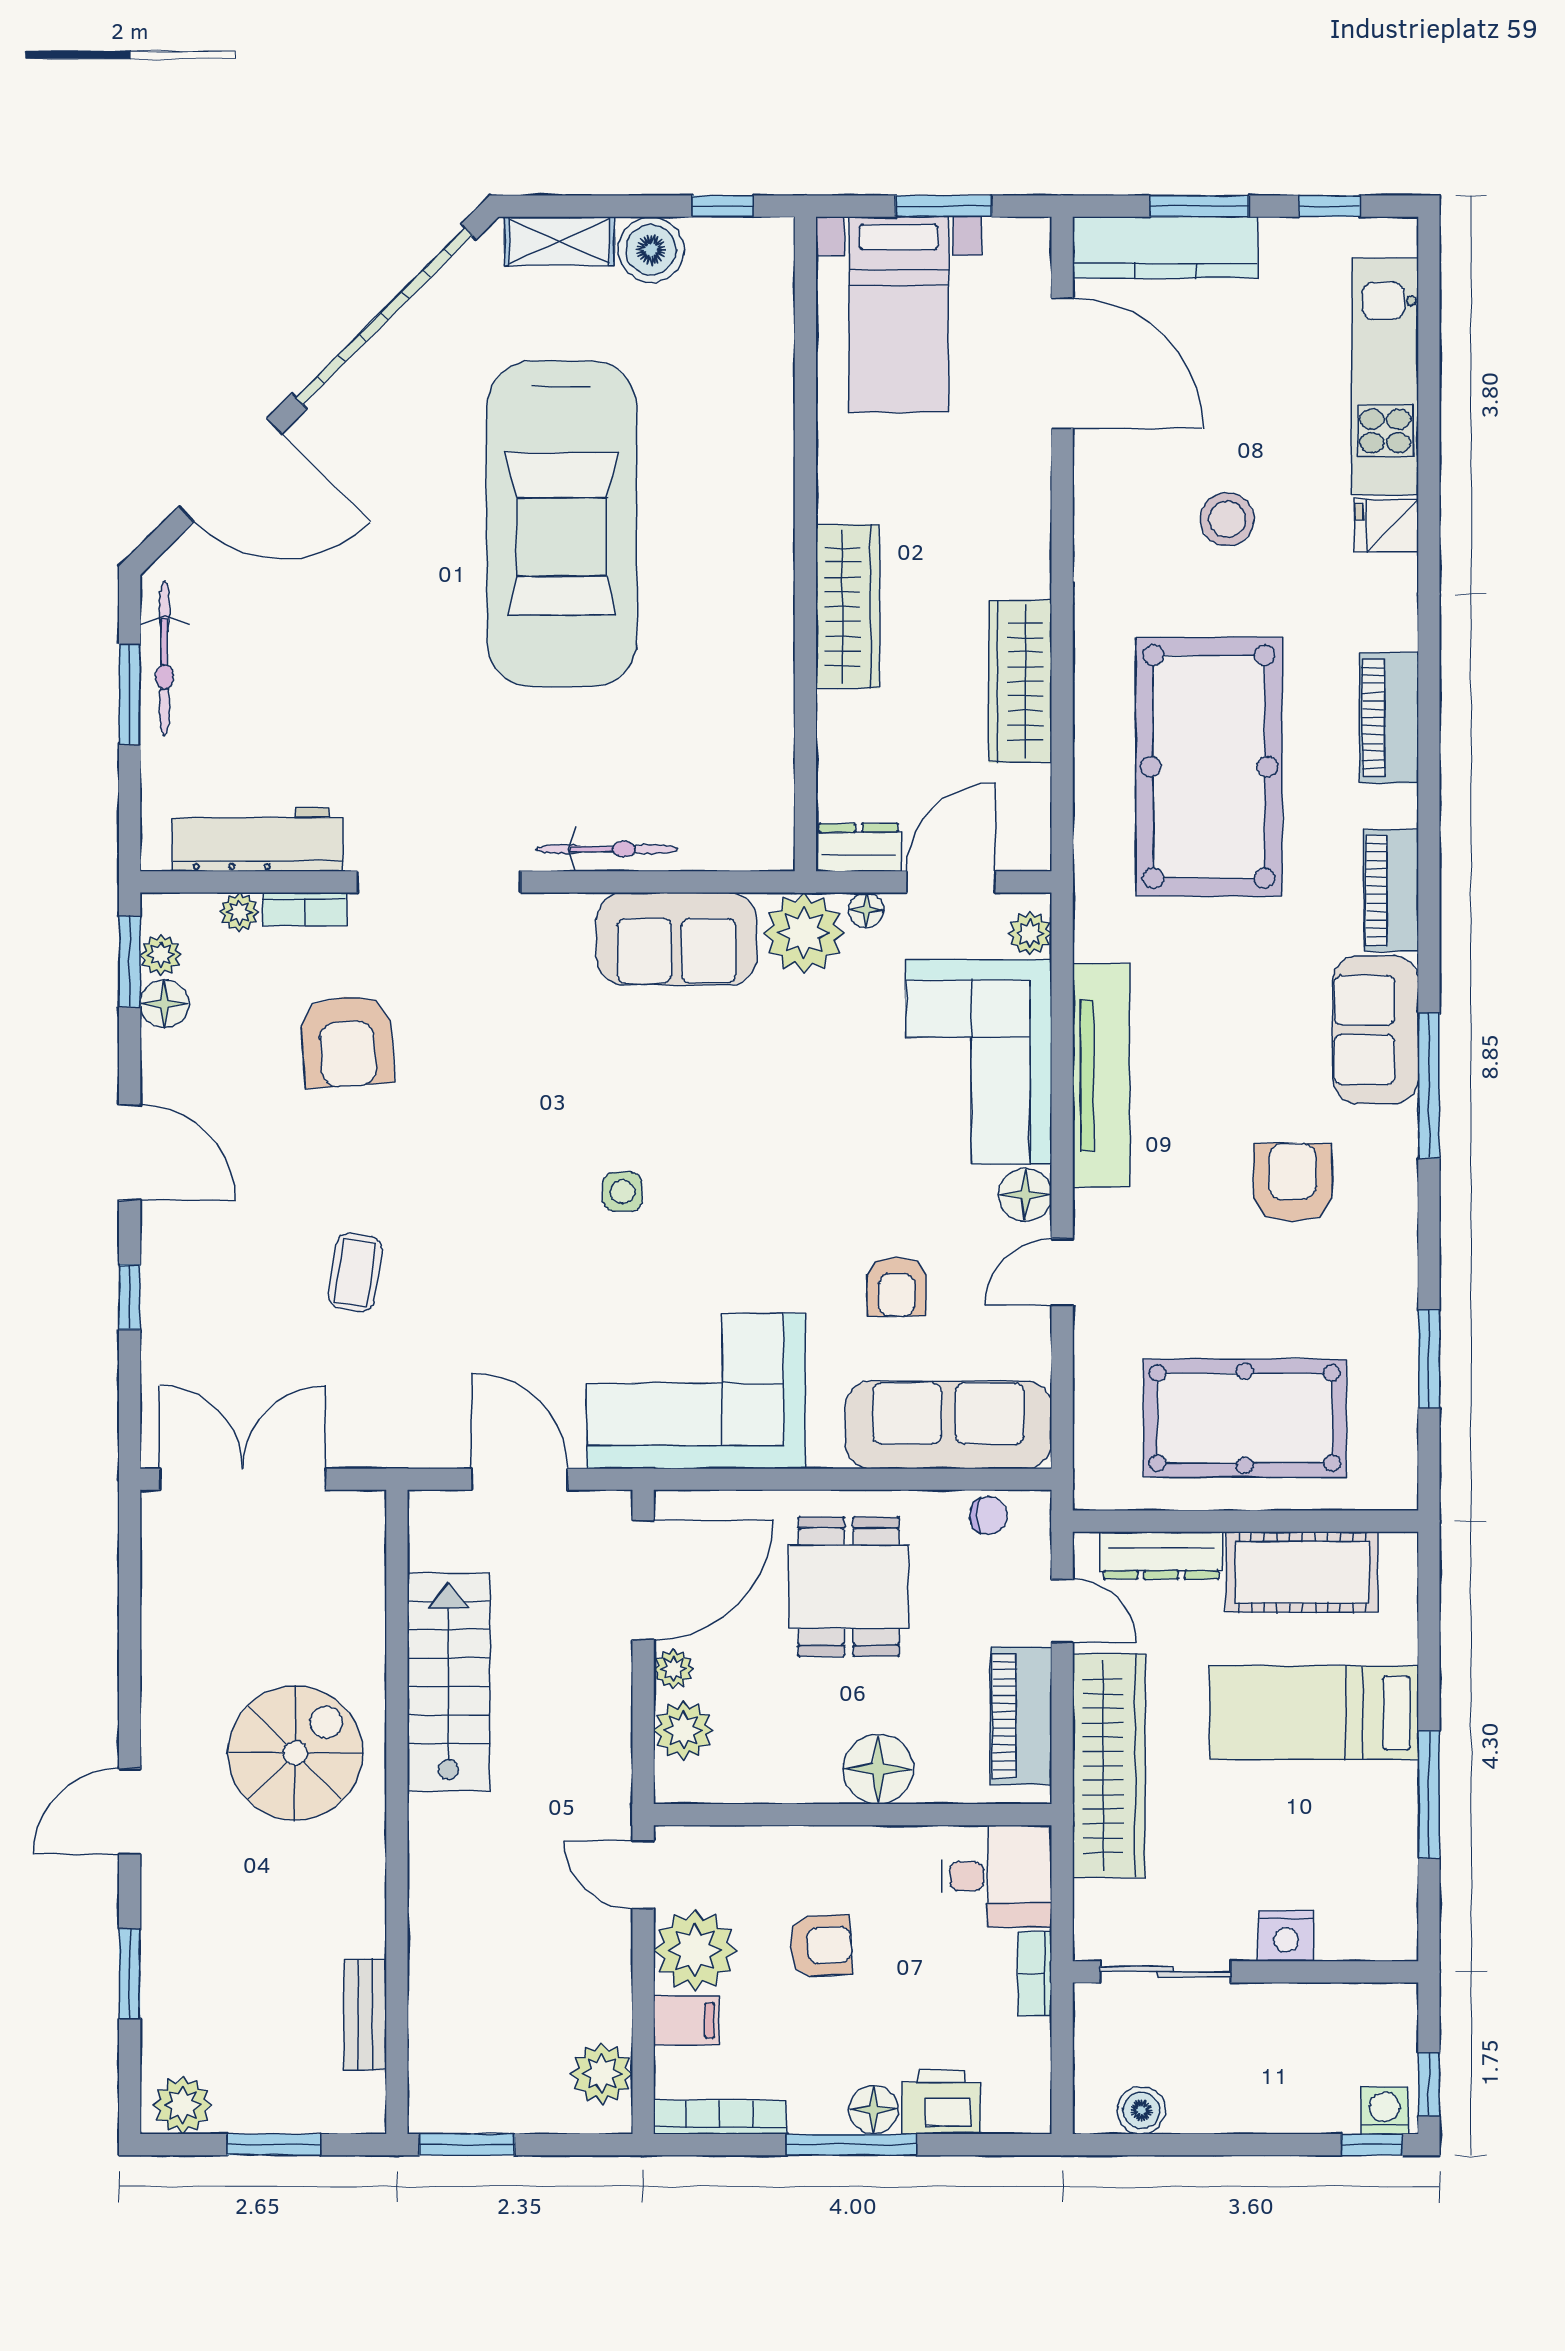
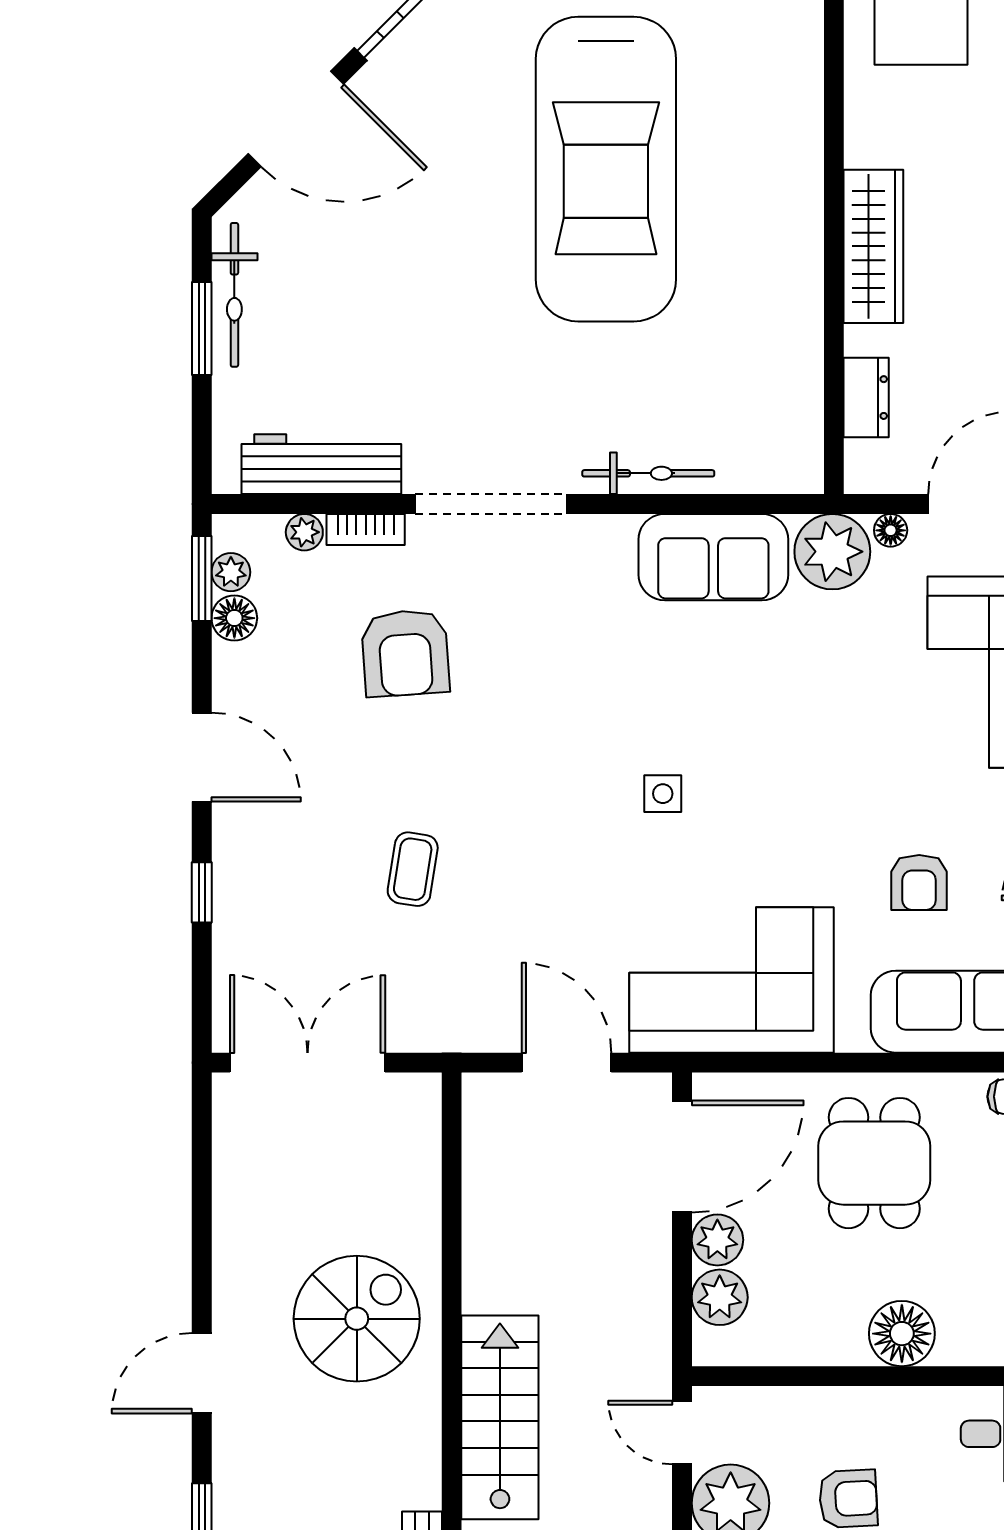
dresser: (859, 847) -> (866, 398), moved, turned 90
plant: (673, 1669) -> (717, 1240), width x1.38, depth x1.38
stairs: (448, 1682) -> (500, 1417), moved

